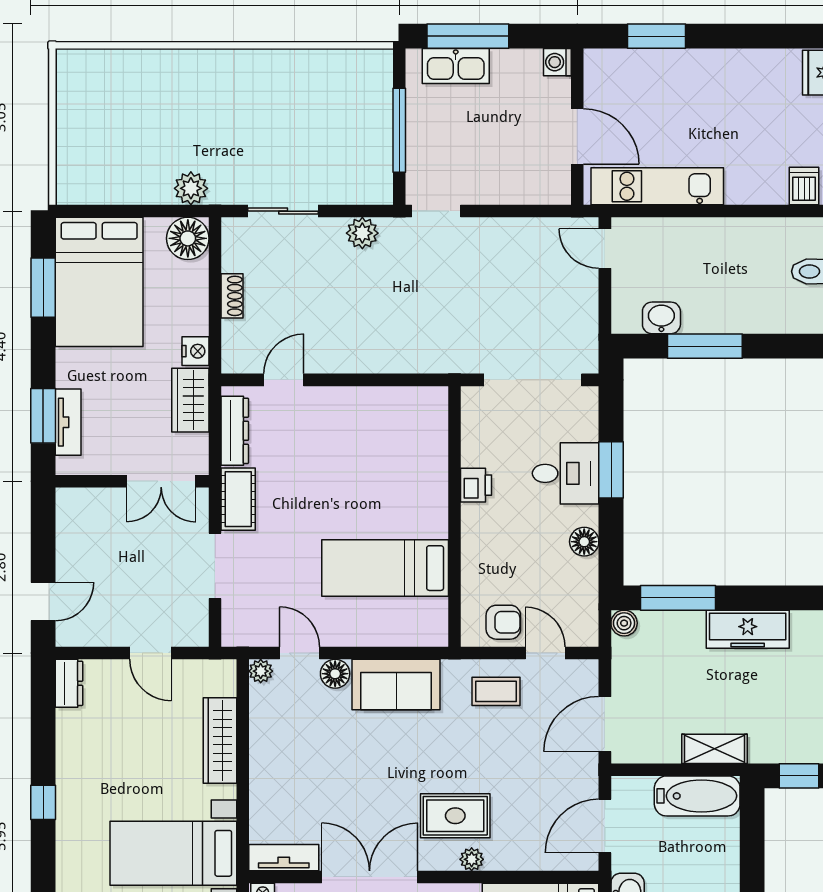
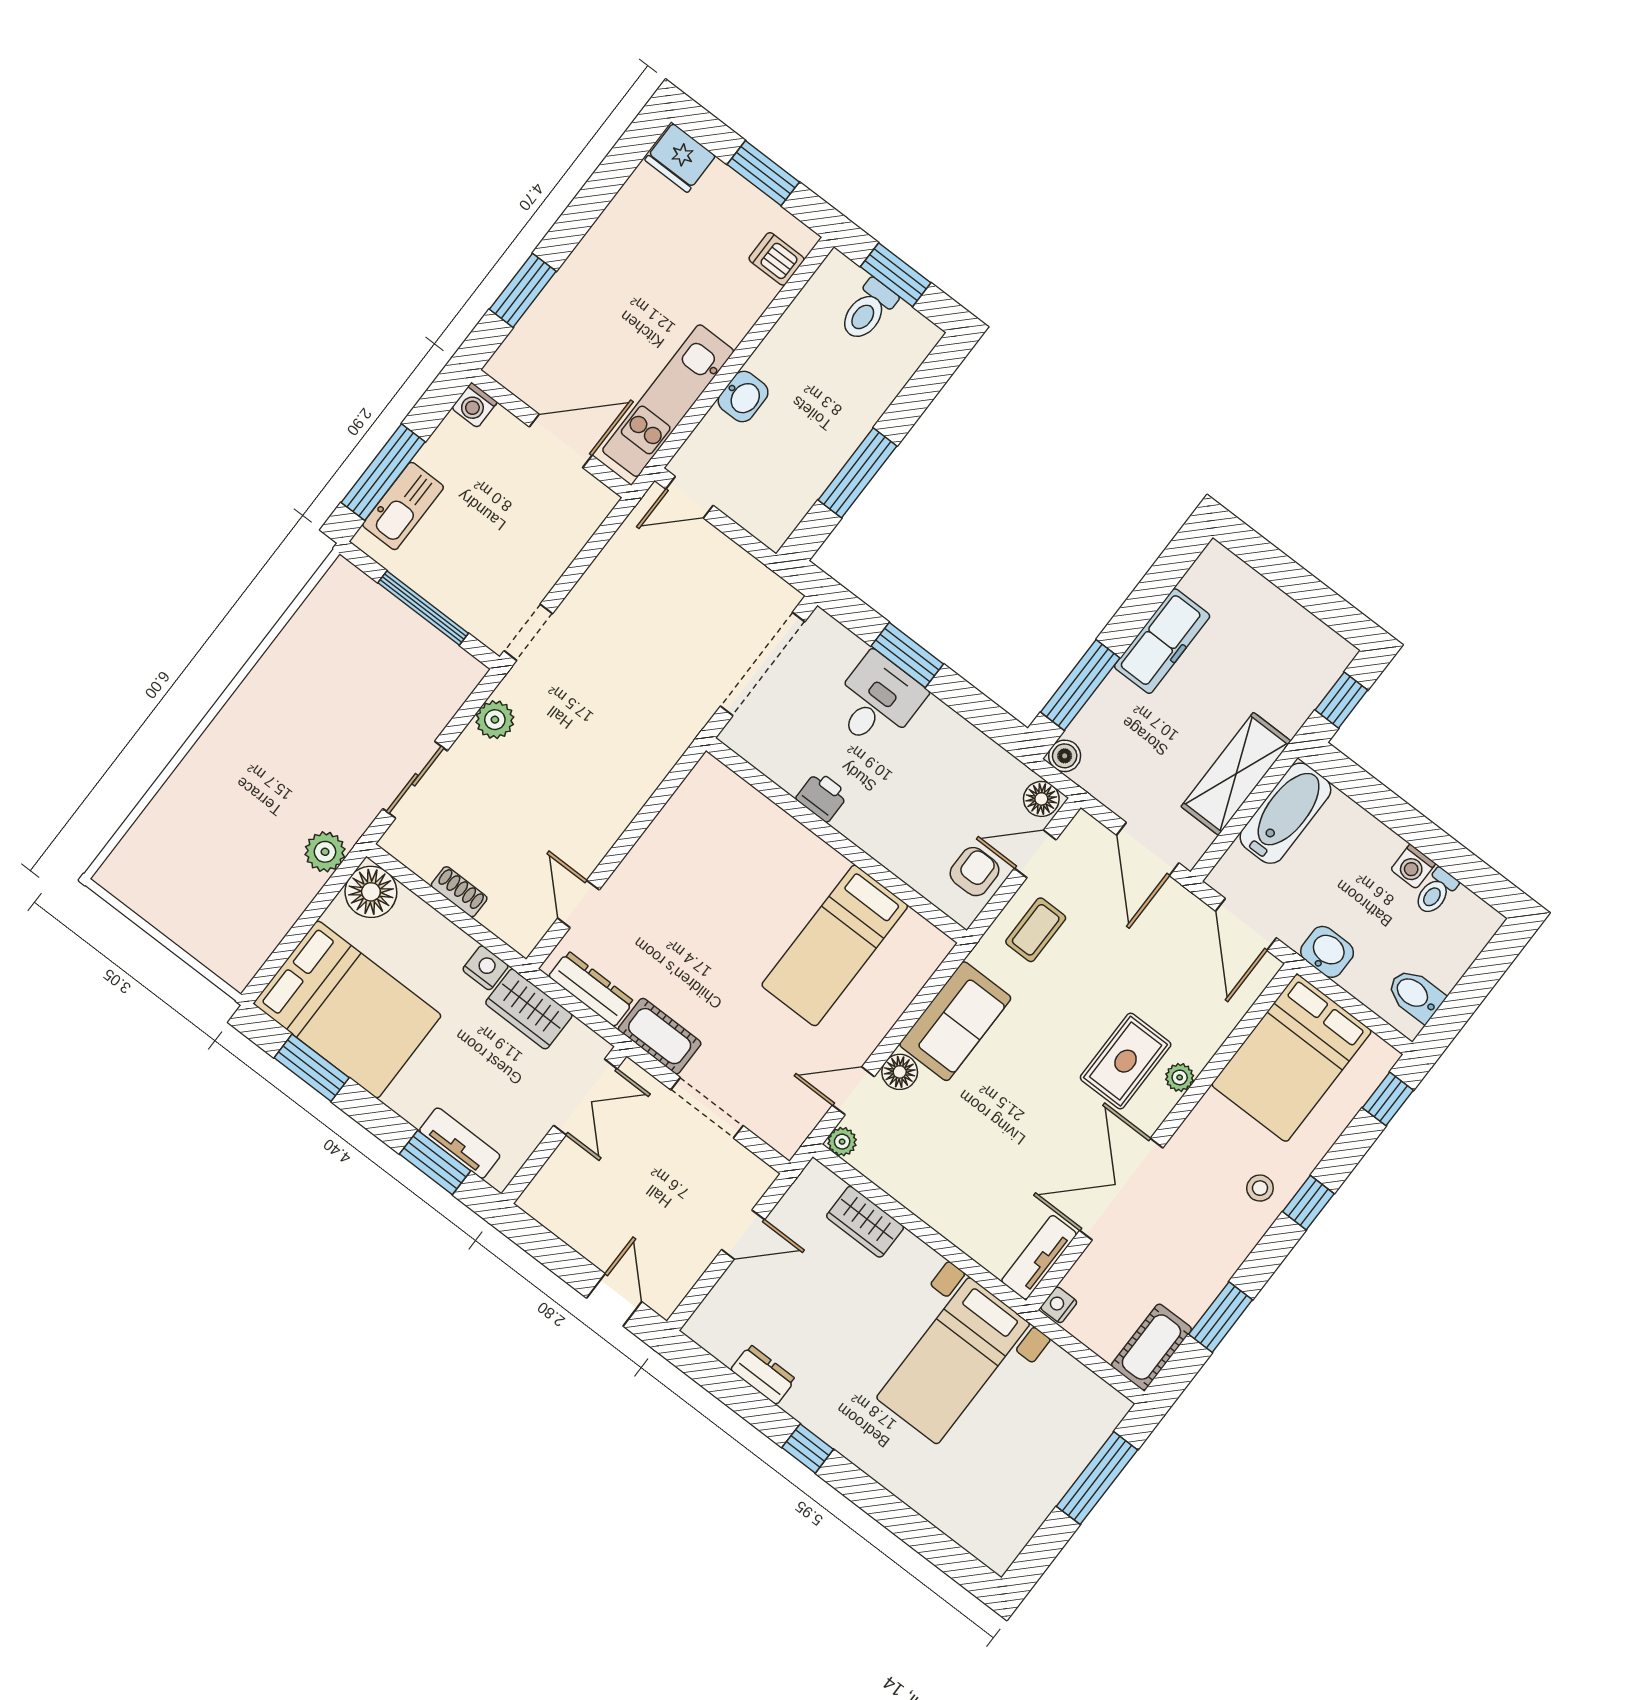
washbasin: (661, 318) -> (743, 397), moved, turned 180
floor lamp: (584, 542) -> (1041, 799), moved
dresser: (69, 683) -> (763, 1375), moved
wardrobe: (220, 740) -> (865, 1222), width x0.67
shelving: (714, 749) -> (1236, 774), width x1.50, depth x1.33

